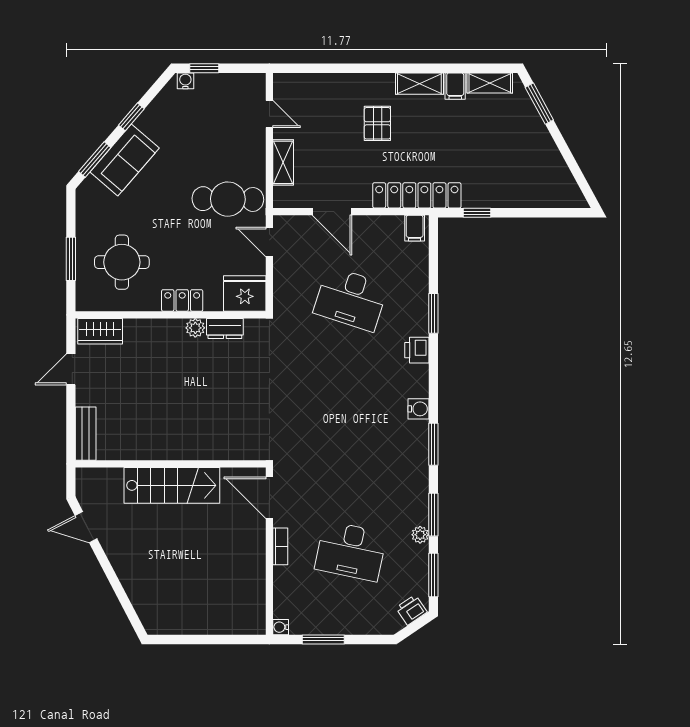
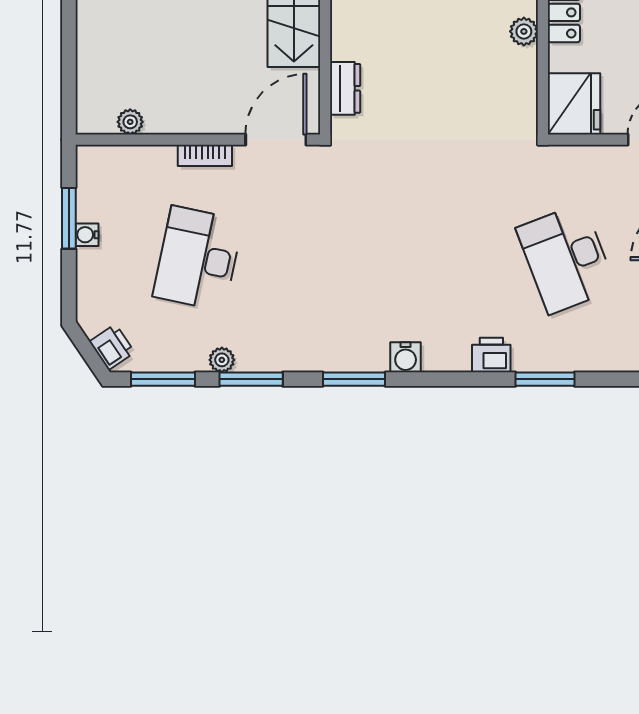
desk: (351, 299) -> (566, 259), turned -39
dresser: (225, 328) -> (345, 88), moved, turned 180
plant: (257, 597) -> (130, 122), added
water cooler: (281, 627) -> (87, 235), moved, turned -90

